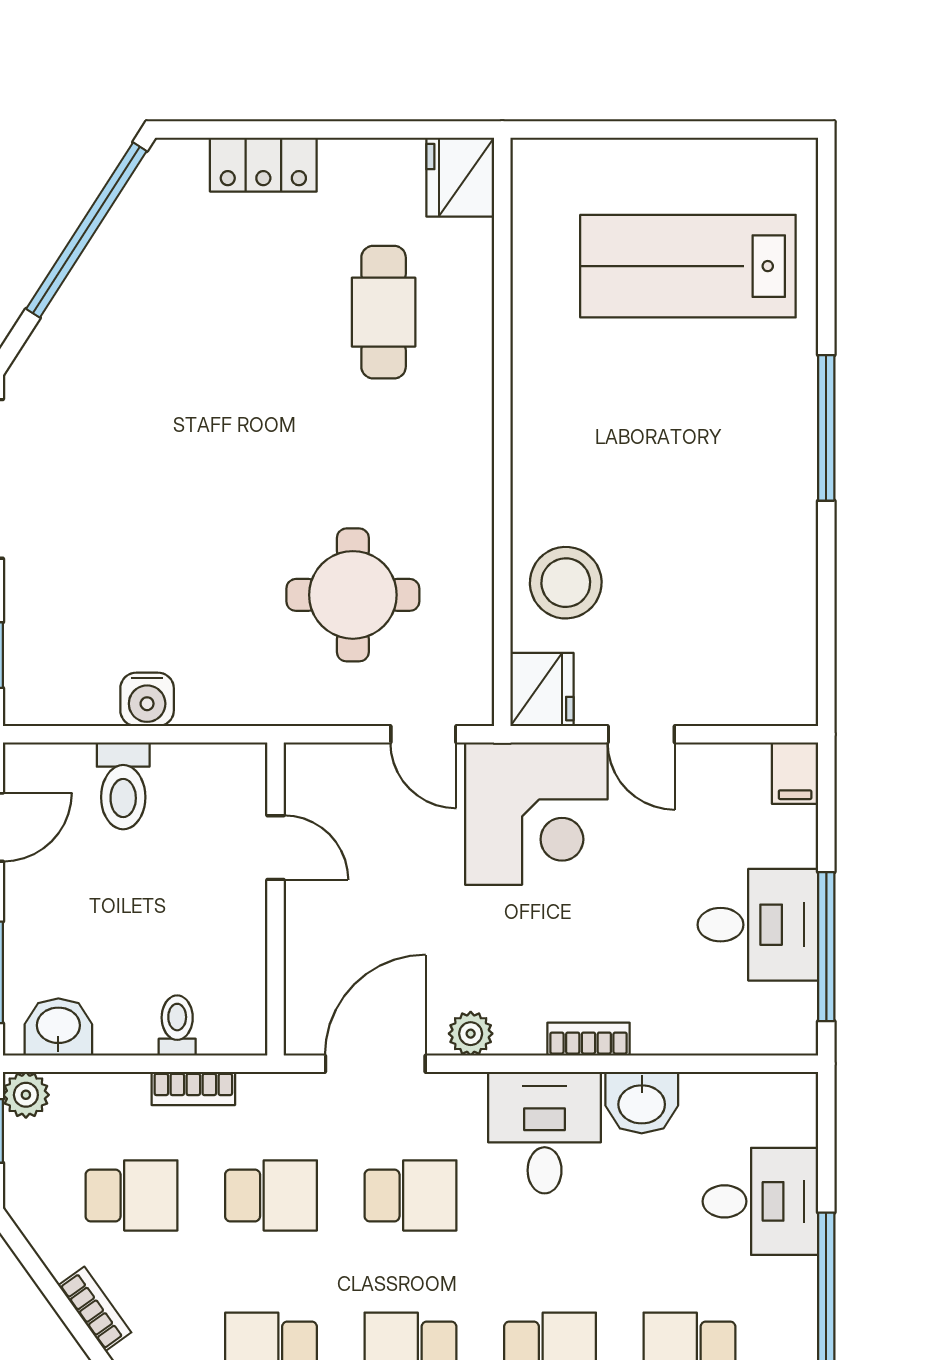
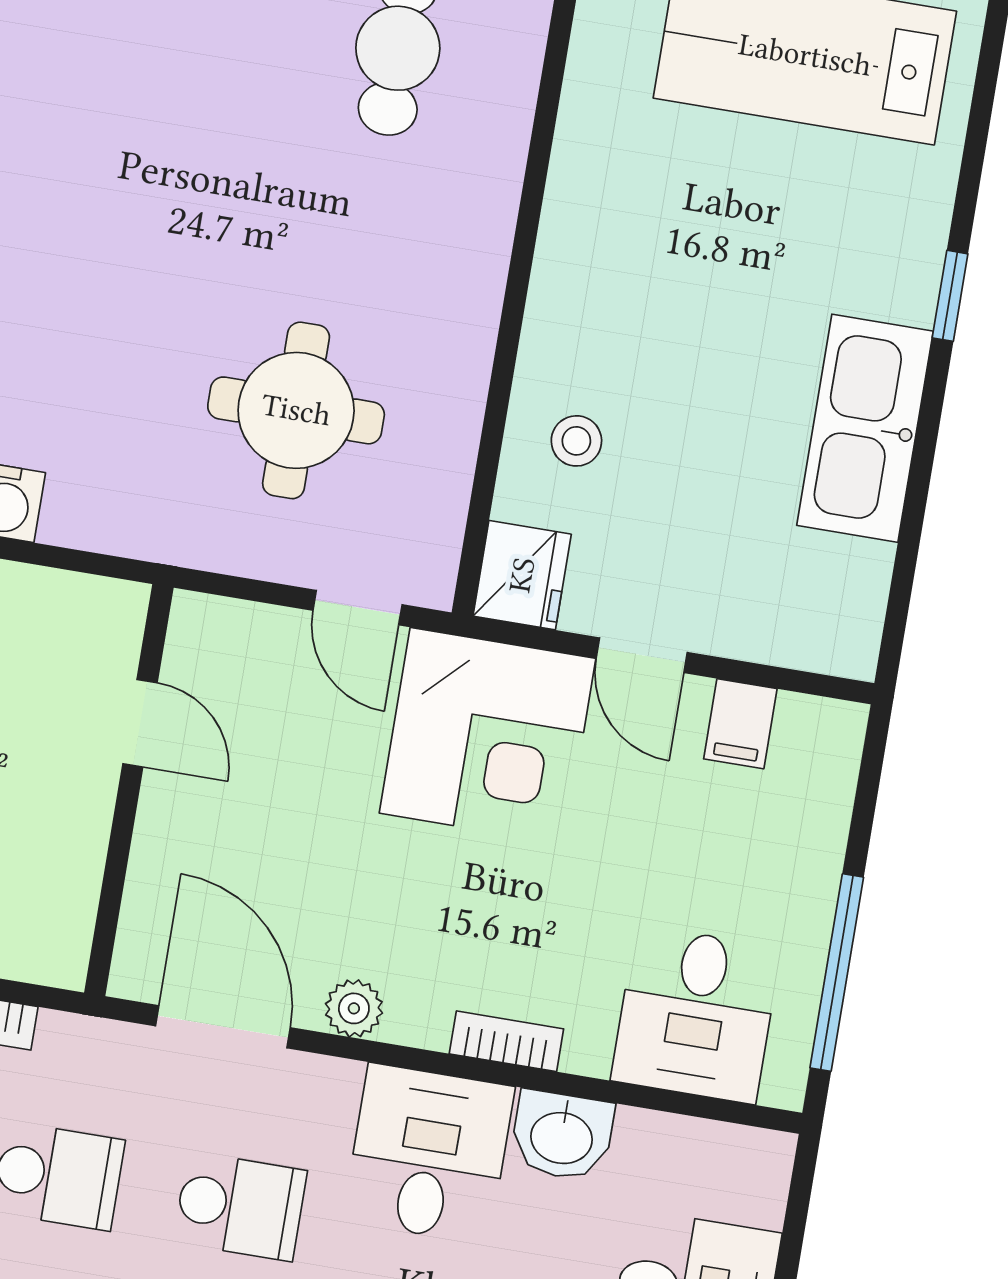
window: (826, 428) -> (950, 296), width x0.46
kitchen sink: (779, 537) -> (865, 428), added
stool: (566, 583) -> (576, 441), width x0.53, depth x0.53
filing cabinet: (795, 773) -> (740, 724), moved
desk: (758, 925) -> (696, 1014), moved, turned 90
door: (375, 1064) -> (223, 1027), hinge flipped

